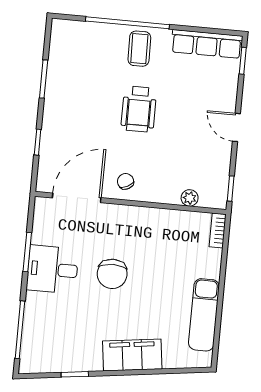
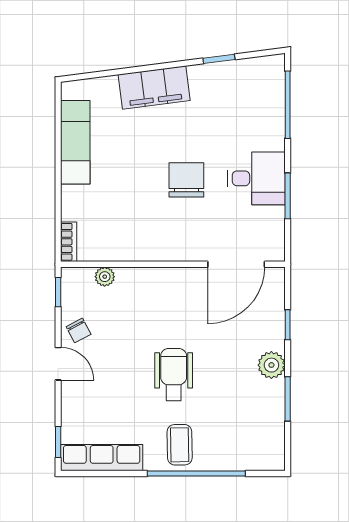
plant: (55, 109) -> (271, 365), added
chair: (126, 181) -> (79, 330), moved

